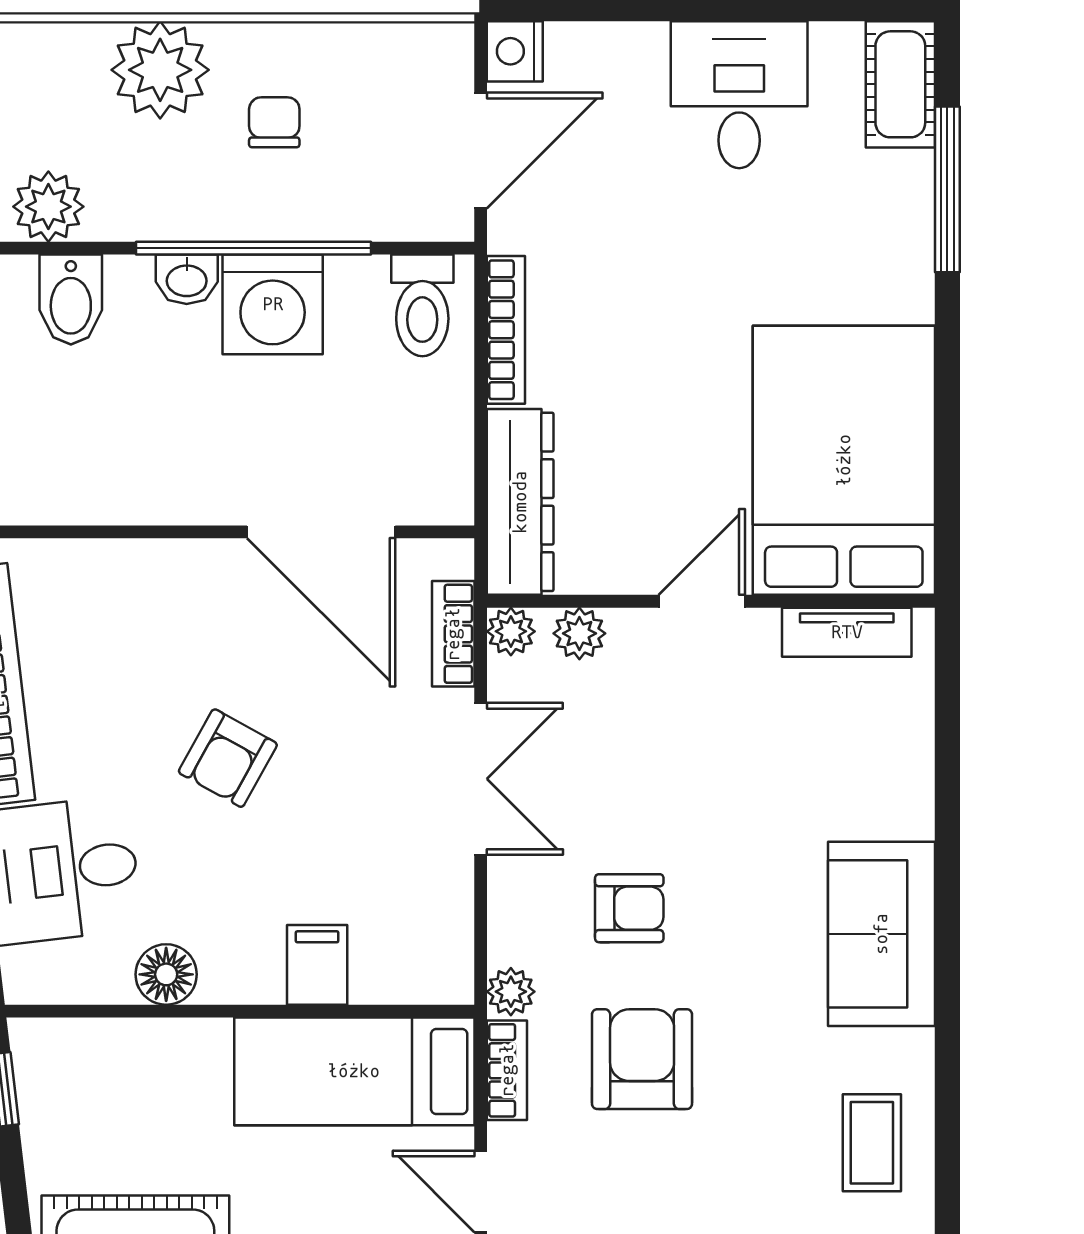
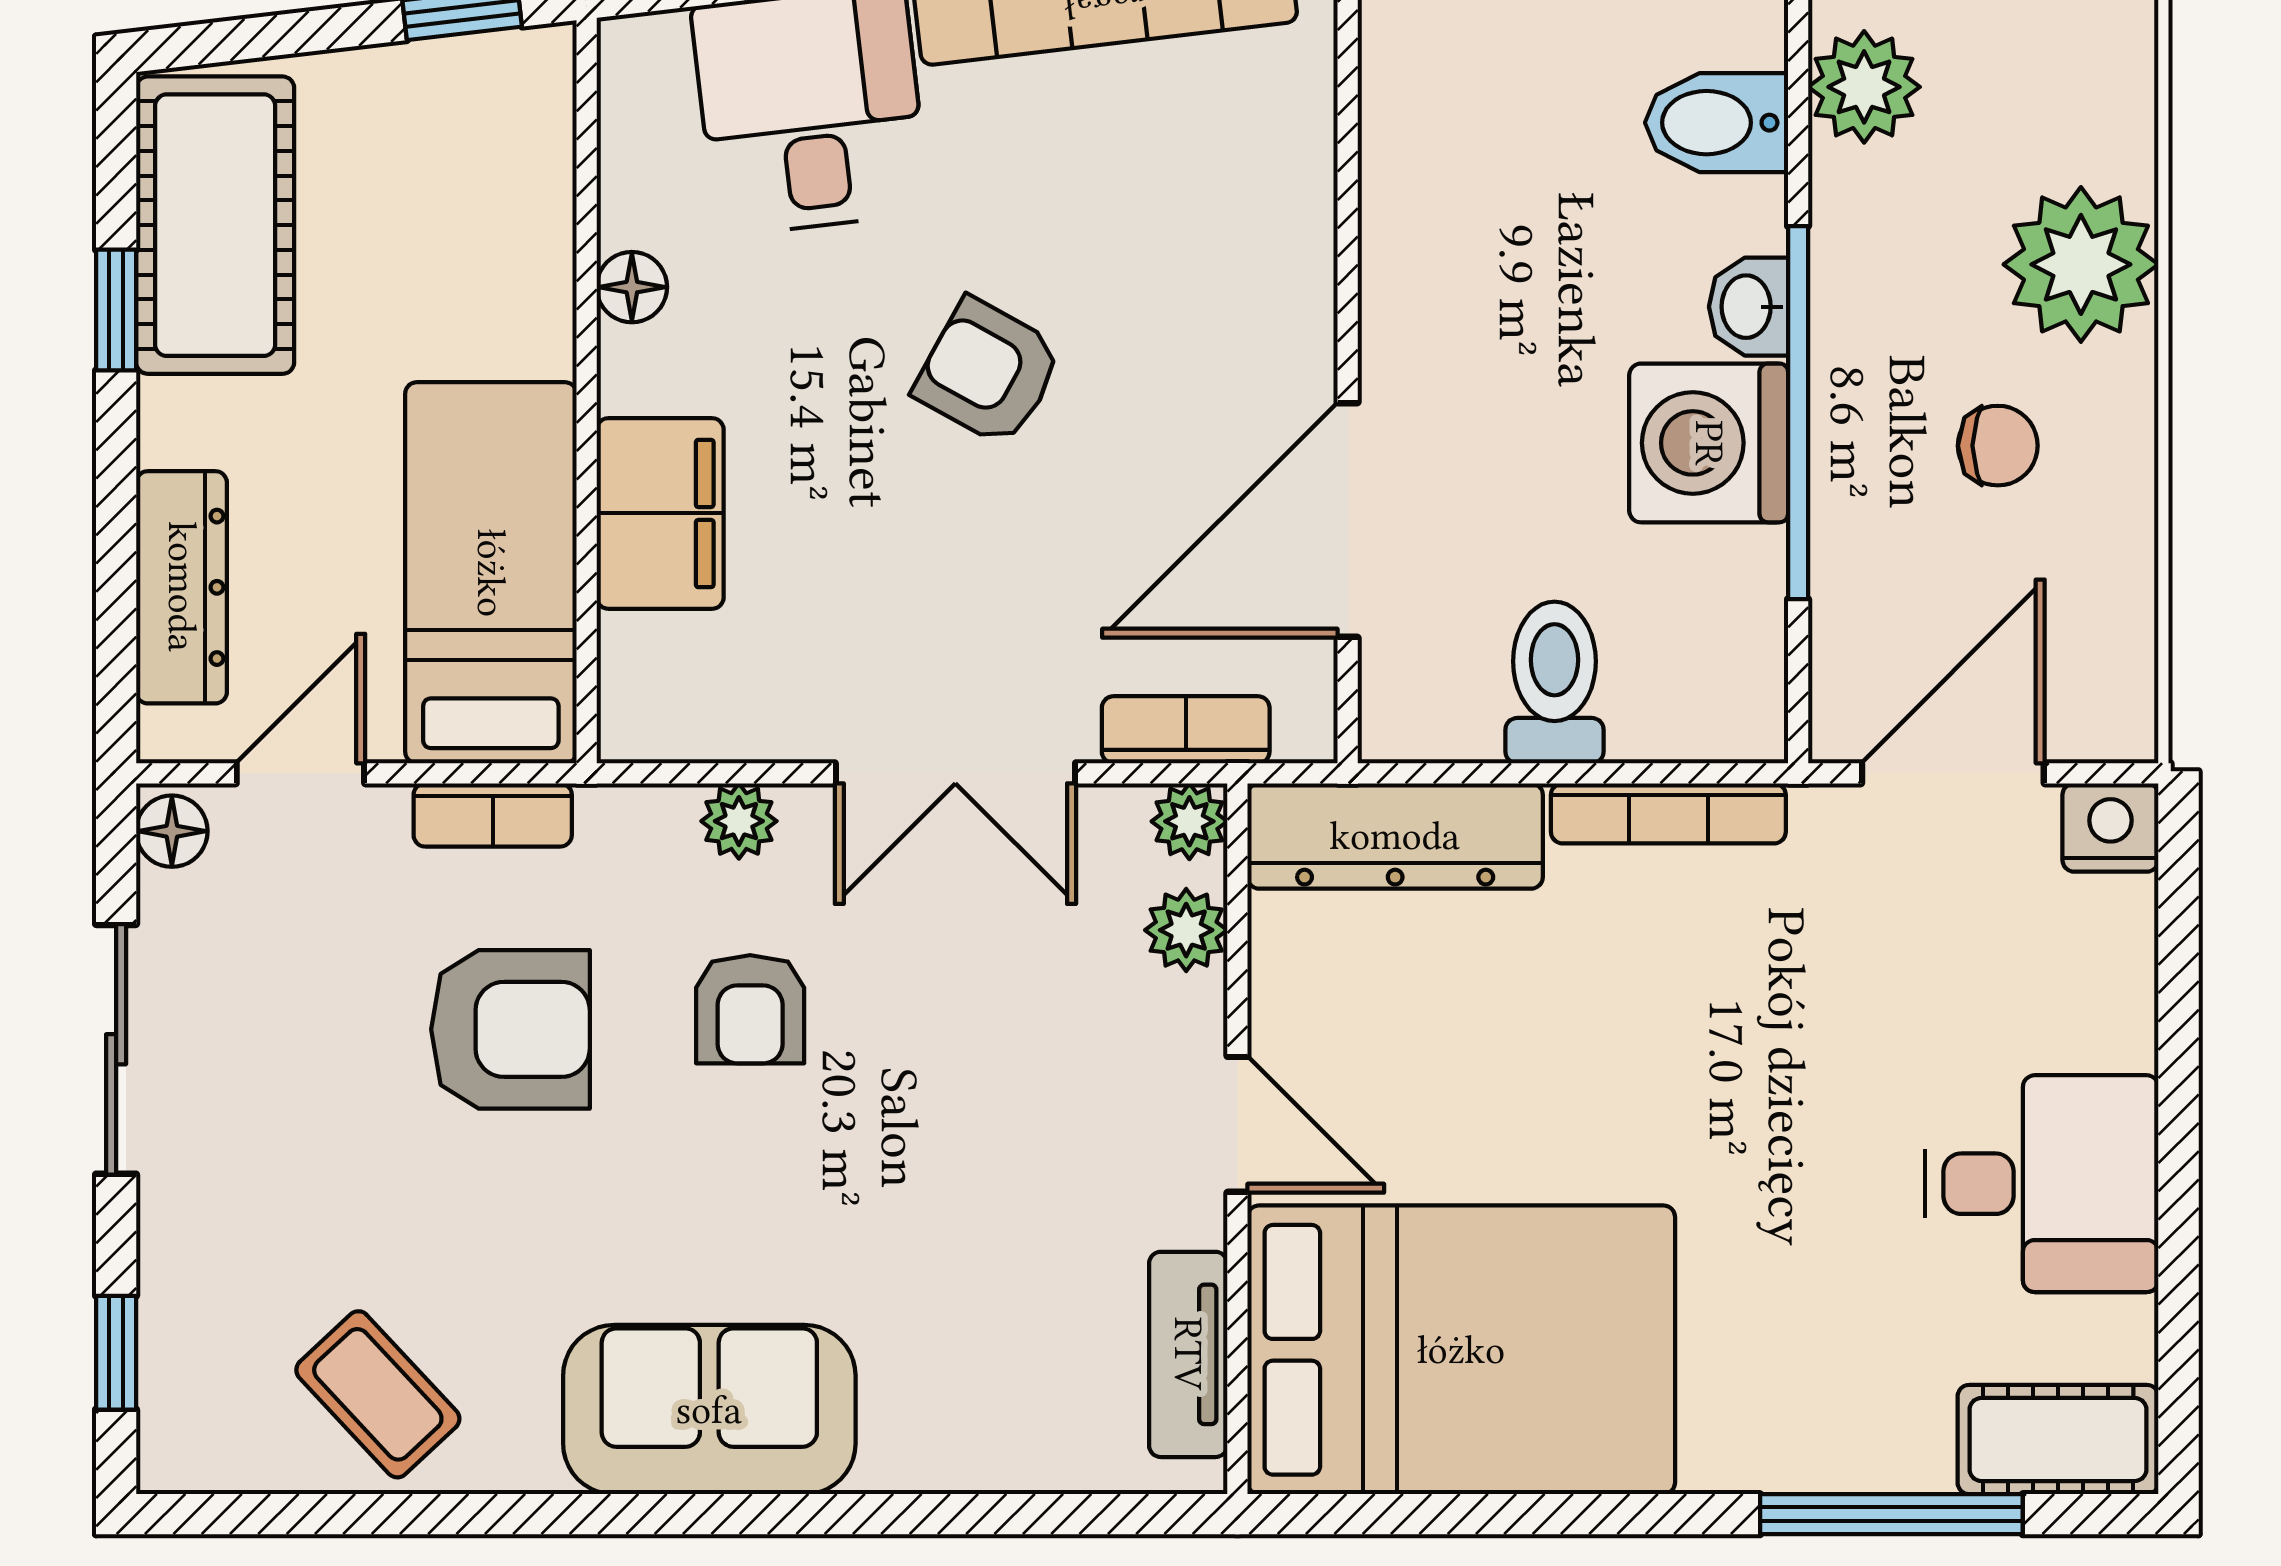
door: (481, 151) -> (1953, 773), swing flipped
toilet: (422, 305) -> (1554, 682), moved, turned 90
filing cabinet: (317, 965) -> (660, 513), width x2.00
floor lamp: (166, 974) -> (632, 287), width x0.73, depth x0.73
plant: (511, 992) -> (739, 821), moved
coffee table: (872, 1143) -> (378, 1394), turned 47

